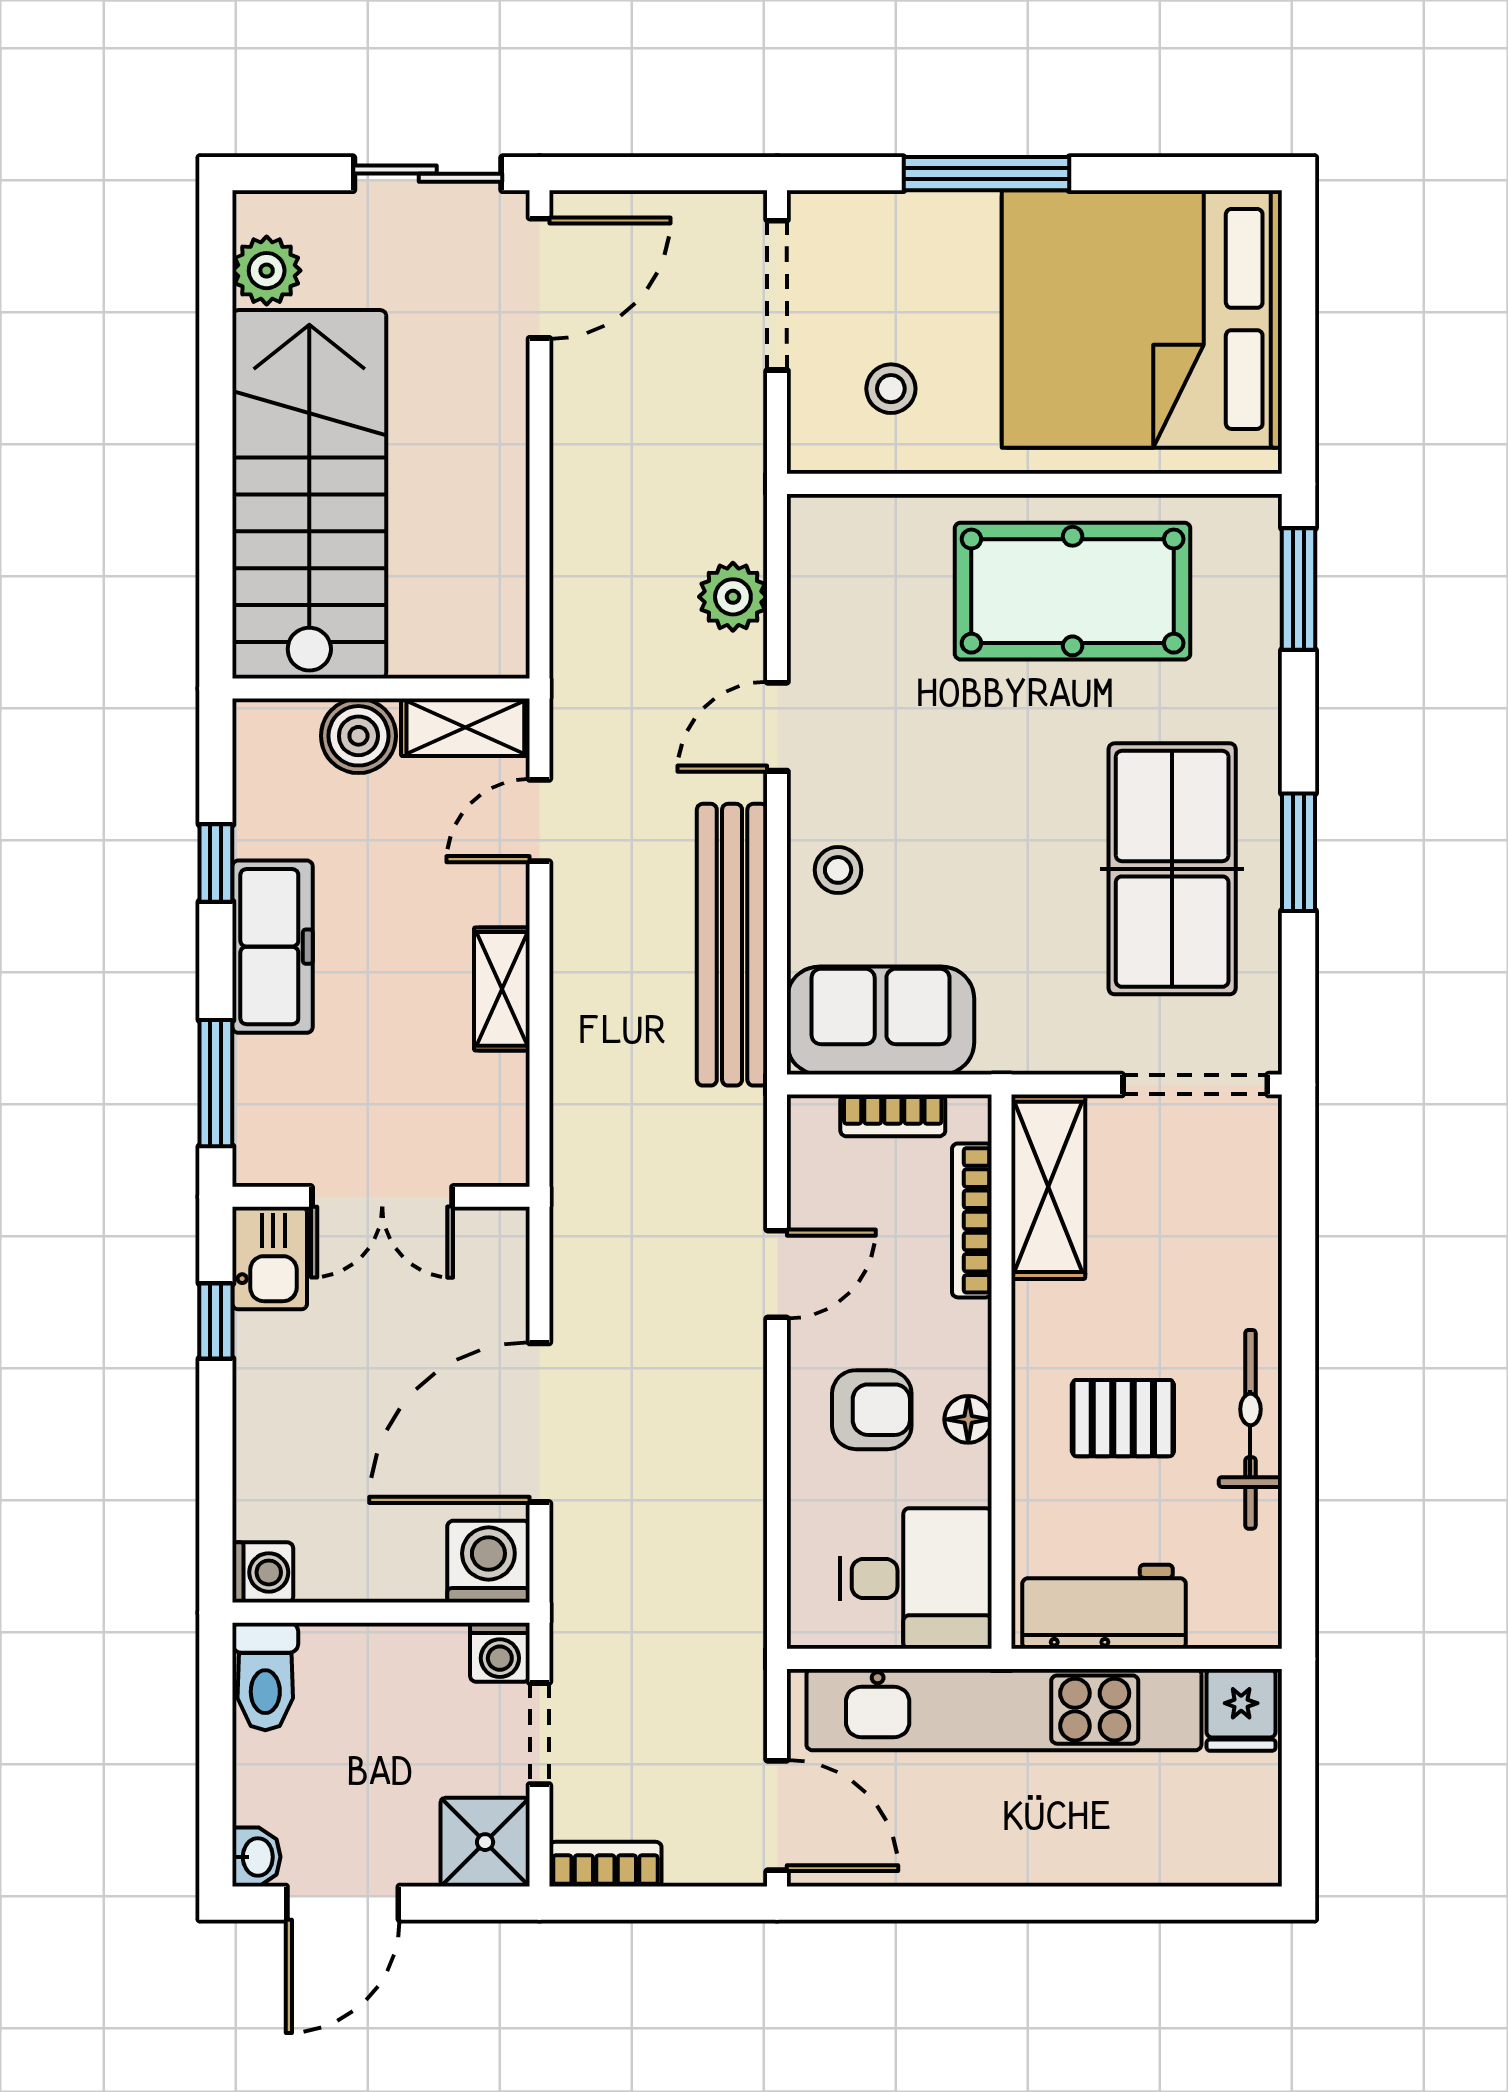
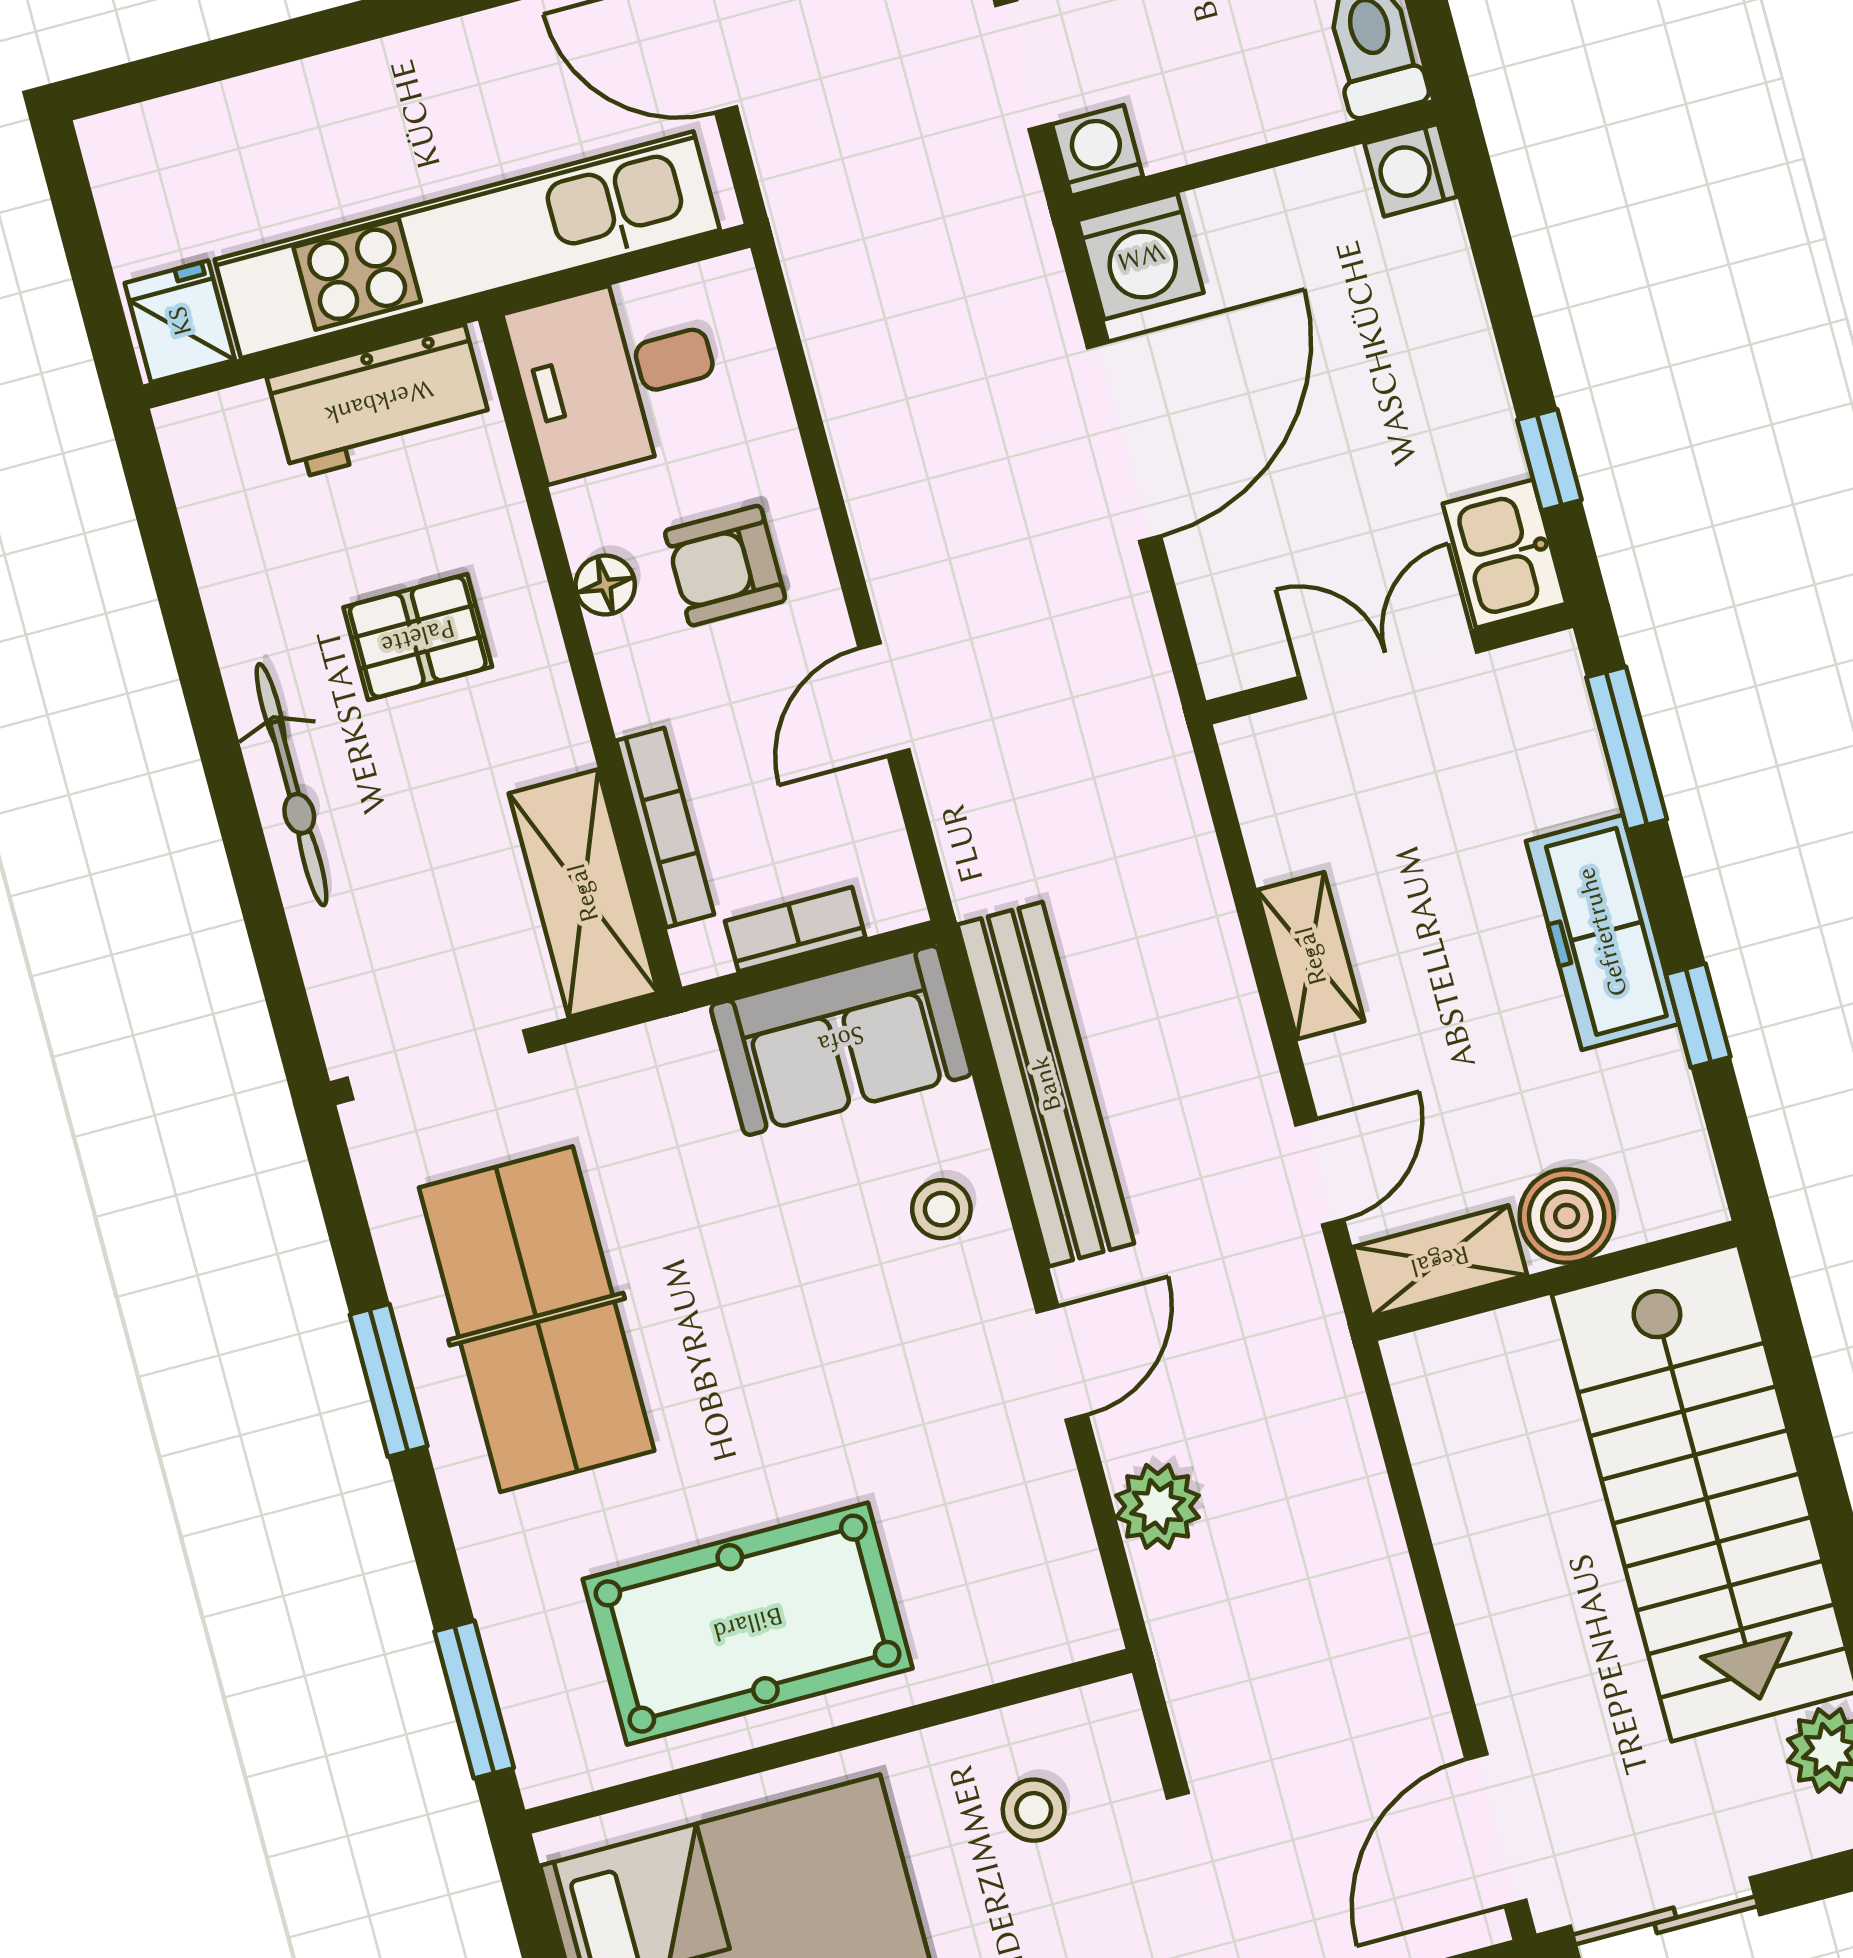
bicycle: (1250, 1429) -> (291, 785), moved

